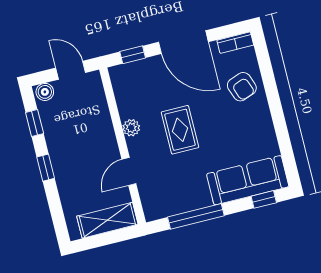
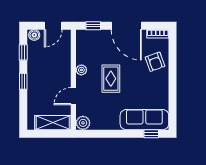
door: (71, 70) -> (53, 26), swing flipped
plant: (154, 209) -> (83, 123), added
window: (196, 216) -> (107, 134), removed

